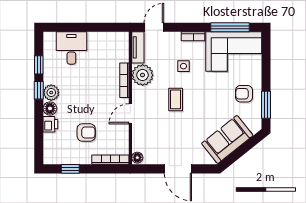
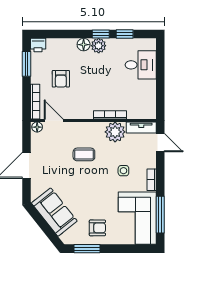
armchair: (244, 94) -> (97, 228), turned 90
coffee table: (176, 99) -> (84, 154), moved
door: (130, 114) -> (54, 120), moved
printer: (50, 124) -> (38, 45), moved
window: (70, 169) -> (26, 64), width x1.50

